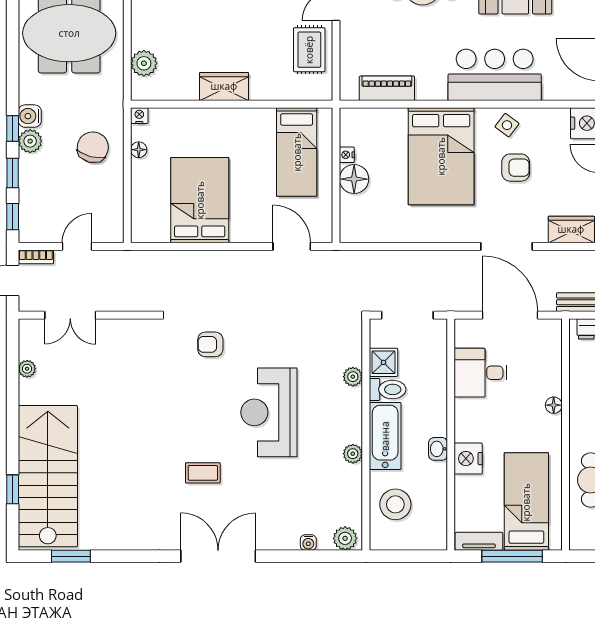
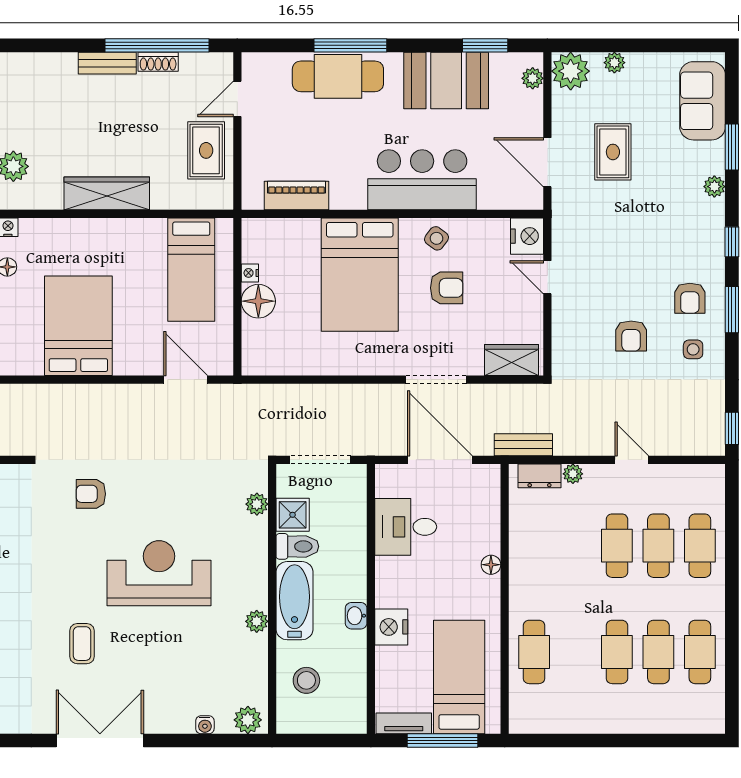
wardrobe: (224, 86) -> (107, 193), width x1.50
plant: (353, 377) -> (257, 504), moved
reception desk: (269, 412) -> (159, 573), turned 90
coffee table: (203, 473) -> (82, 644), turned 90
stool: (395, 504) -> (306, 680), width x0.73, depth x0.73

